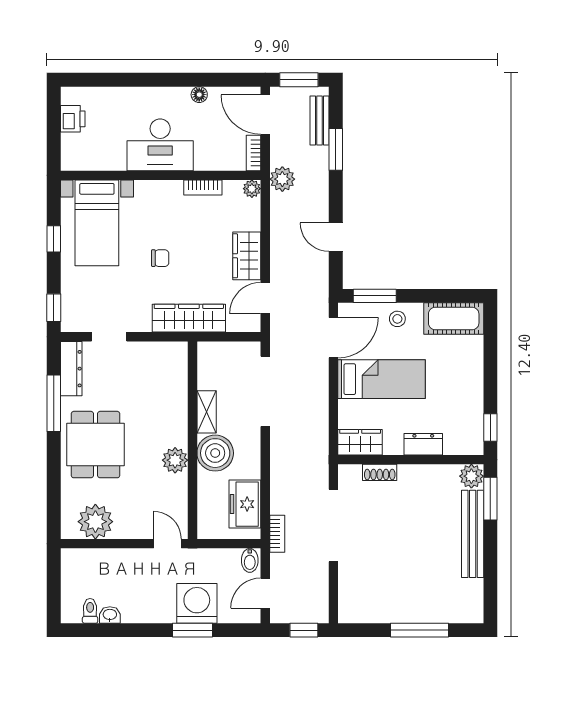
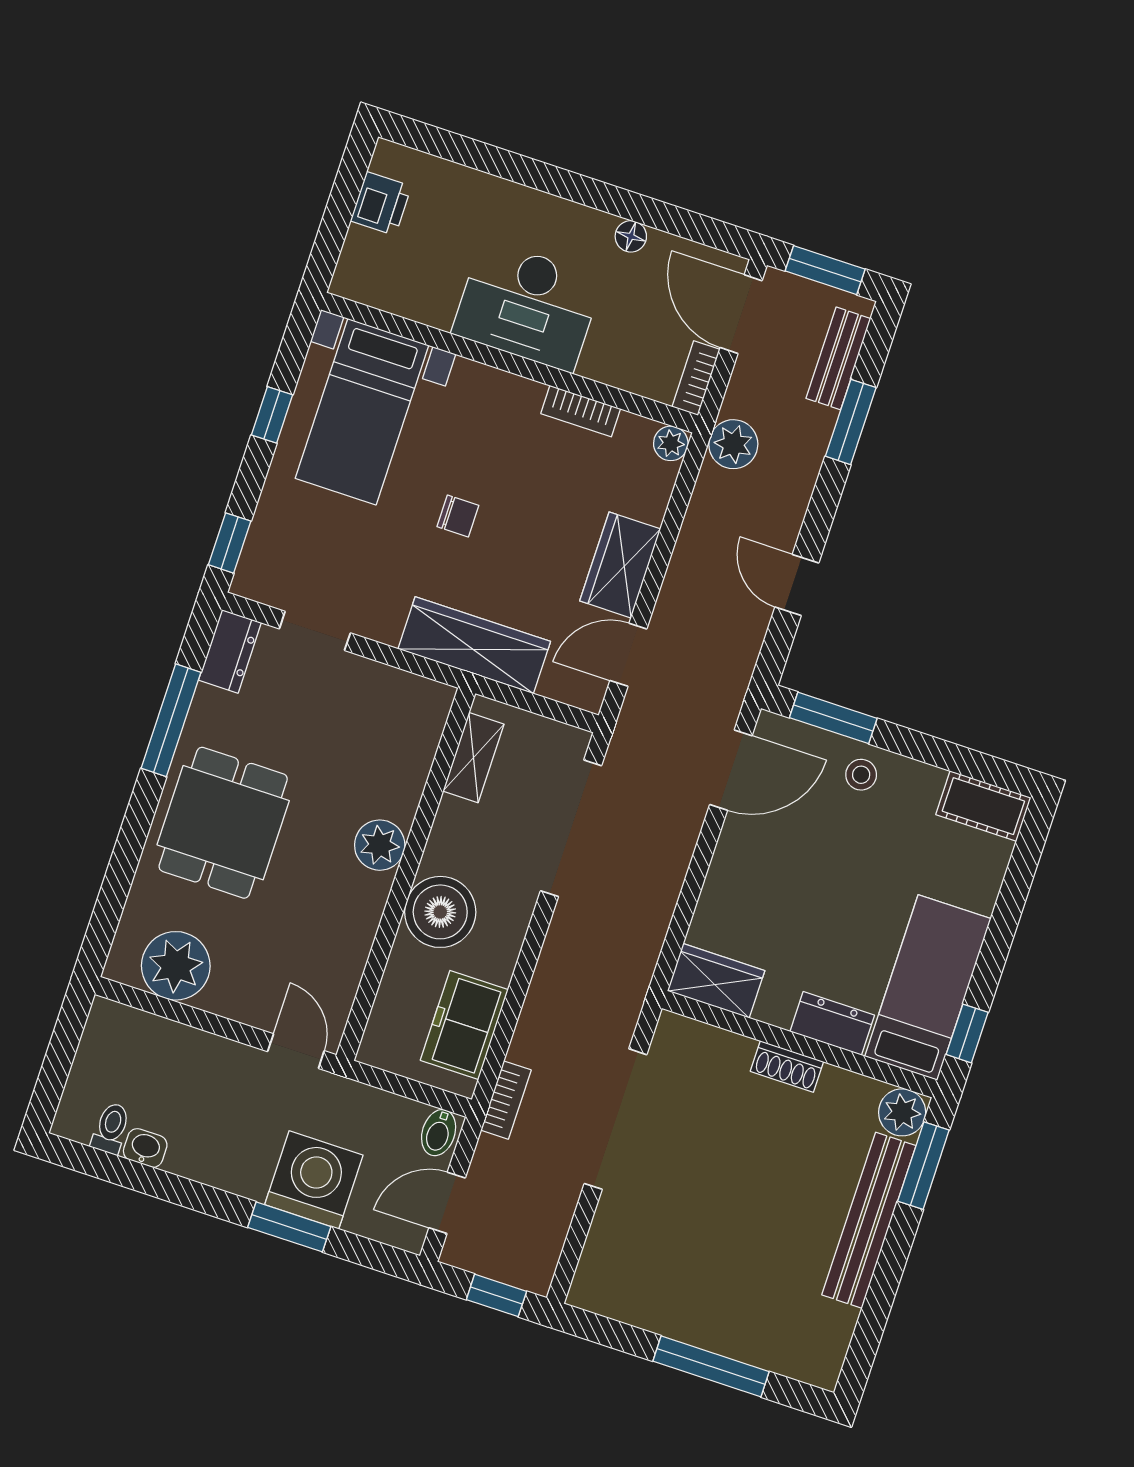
cot: (454, 319) -> (983, 806), width x0.73, depth x0.75
dresser: (71, 369) -> (230, 651), width x0.70
bed: (382, 379) -> (928, 988), moved, turned -90
shelving: (207, 412) -> (473, 758), moved
plant: (175, 460) -> (380, 845), moved
shoe rack: (380, 472) -> (787, 1066), moved

